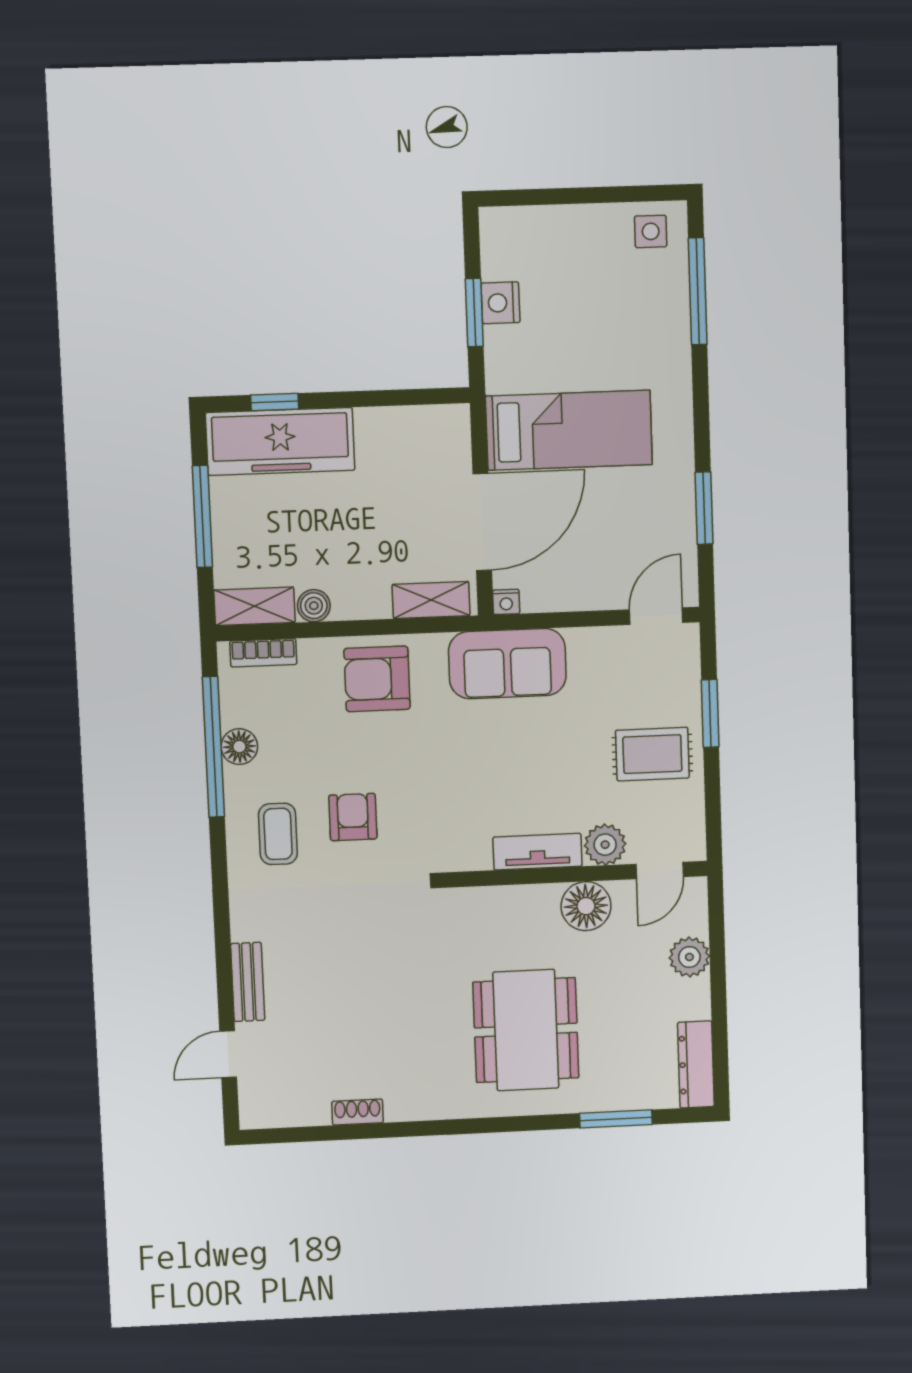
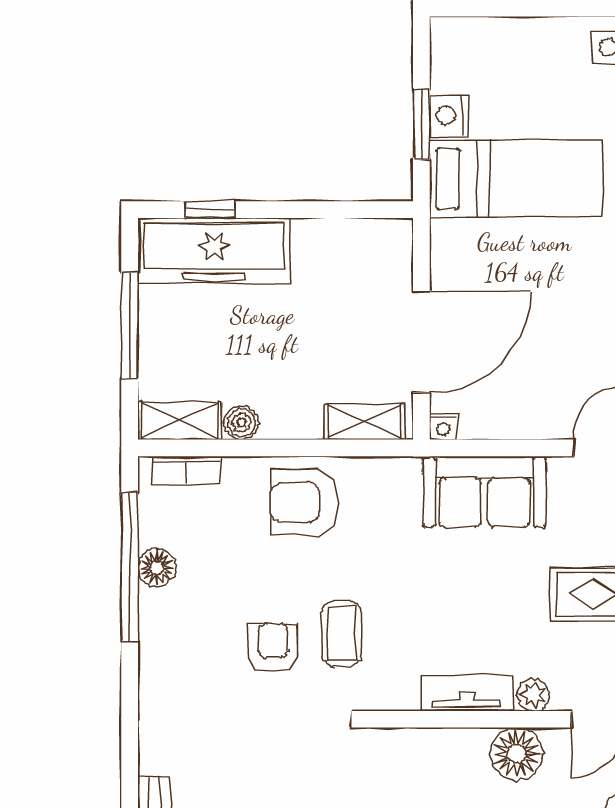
bed: (569, 430) -> (516, 179), moved
sofa: (507, 664) -> (484, 492), moved
coffee table: (278, 834) -> (342, 634), moved
plant: (605, 845) -> (533, 695), width x0.73, depth x0.73

